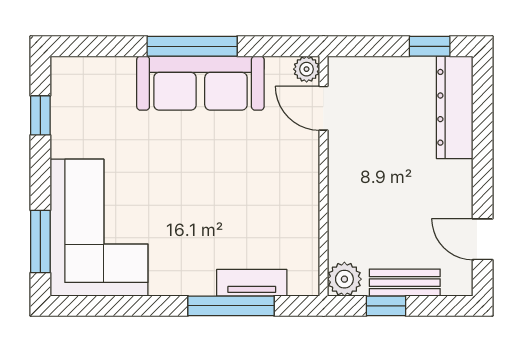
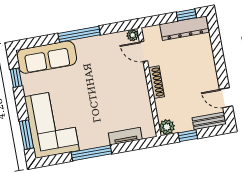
sofa: (200, 83) -> (47, 57), moved
dresser: (455, 107) -> (184, 28), moved, turned -90
shoe rack: (339, 179) -> (156, 82), added
bench: (405, 283) -> (209, 121), moved
window: (231, 306) -> (91, 153), moved

